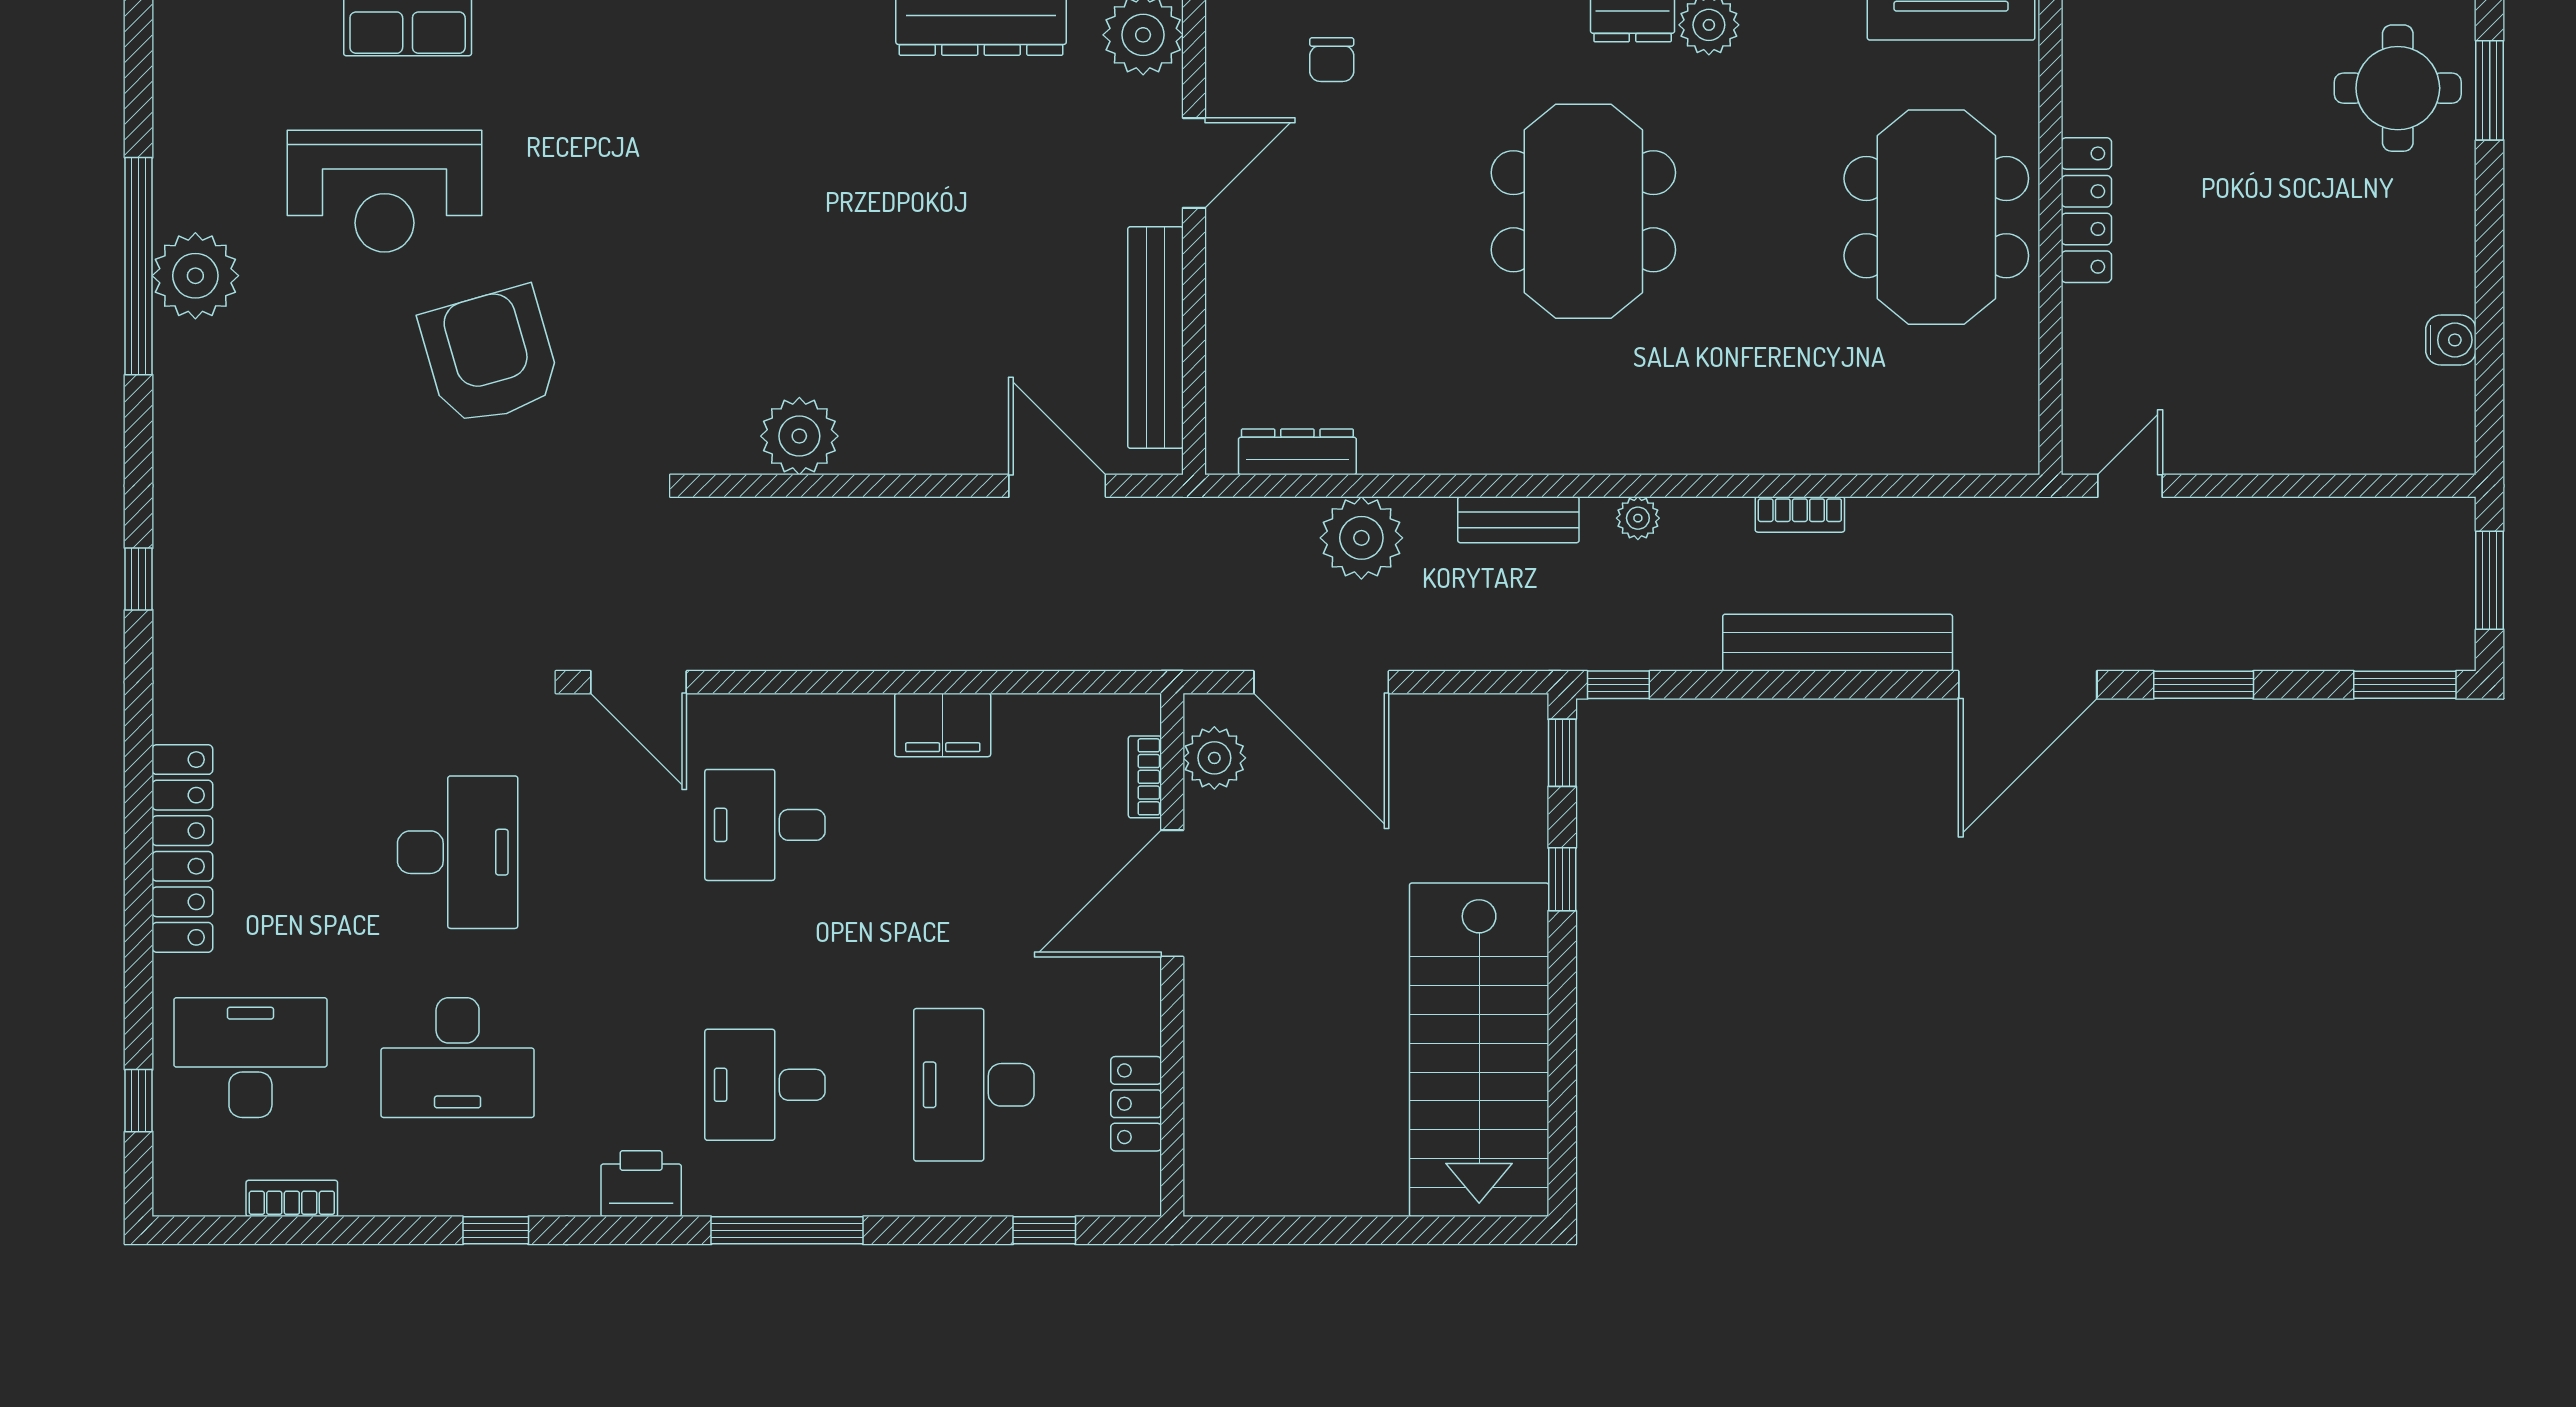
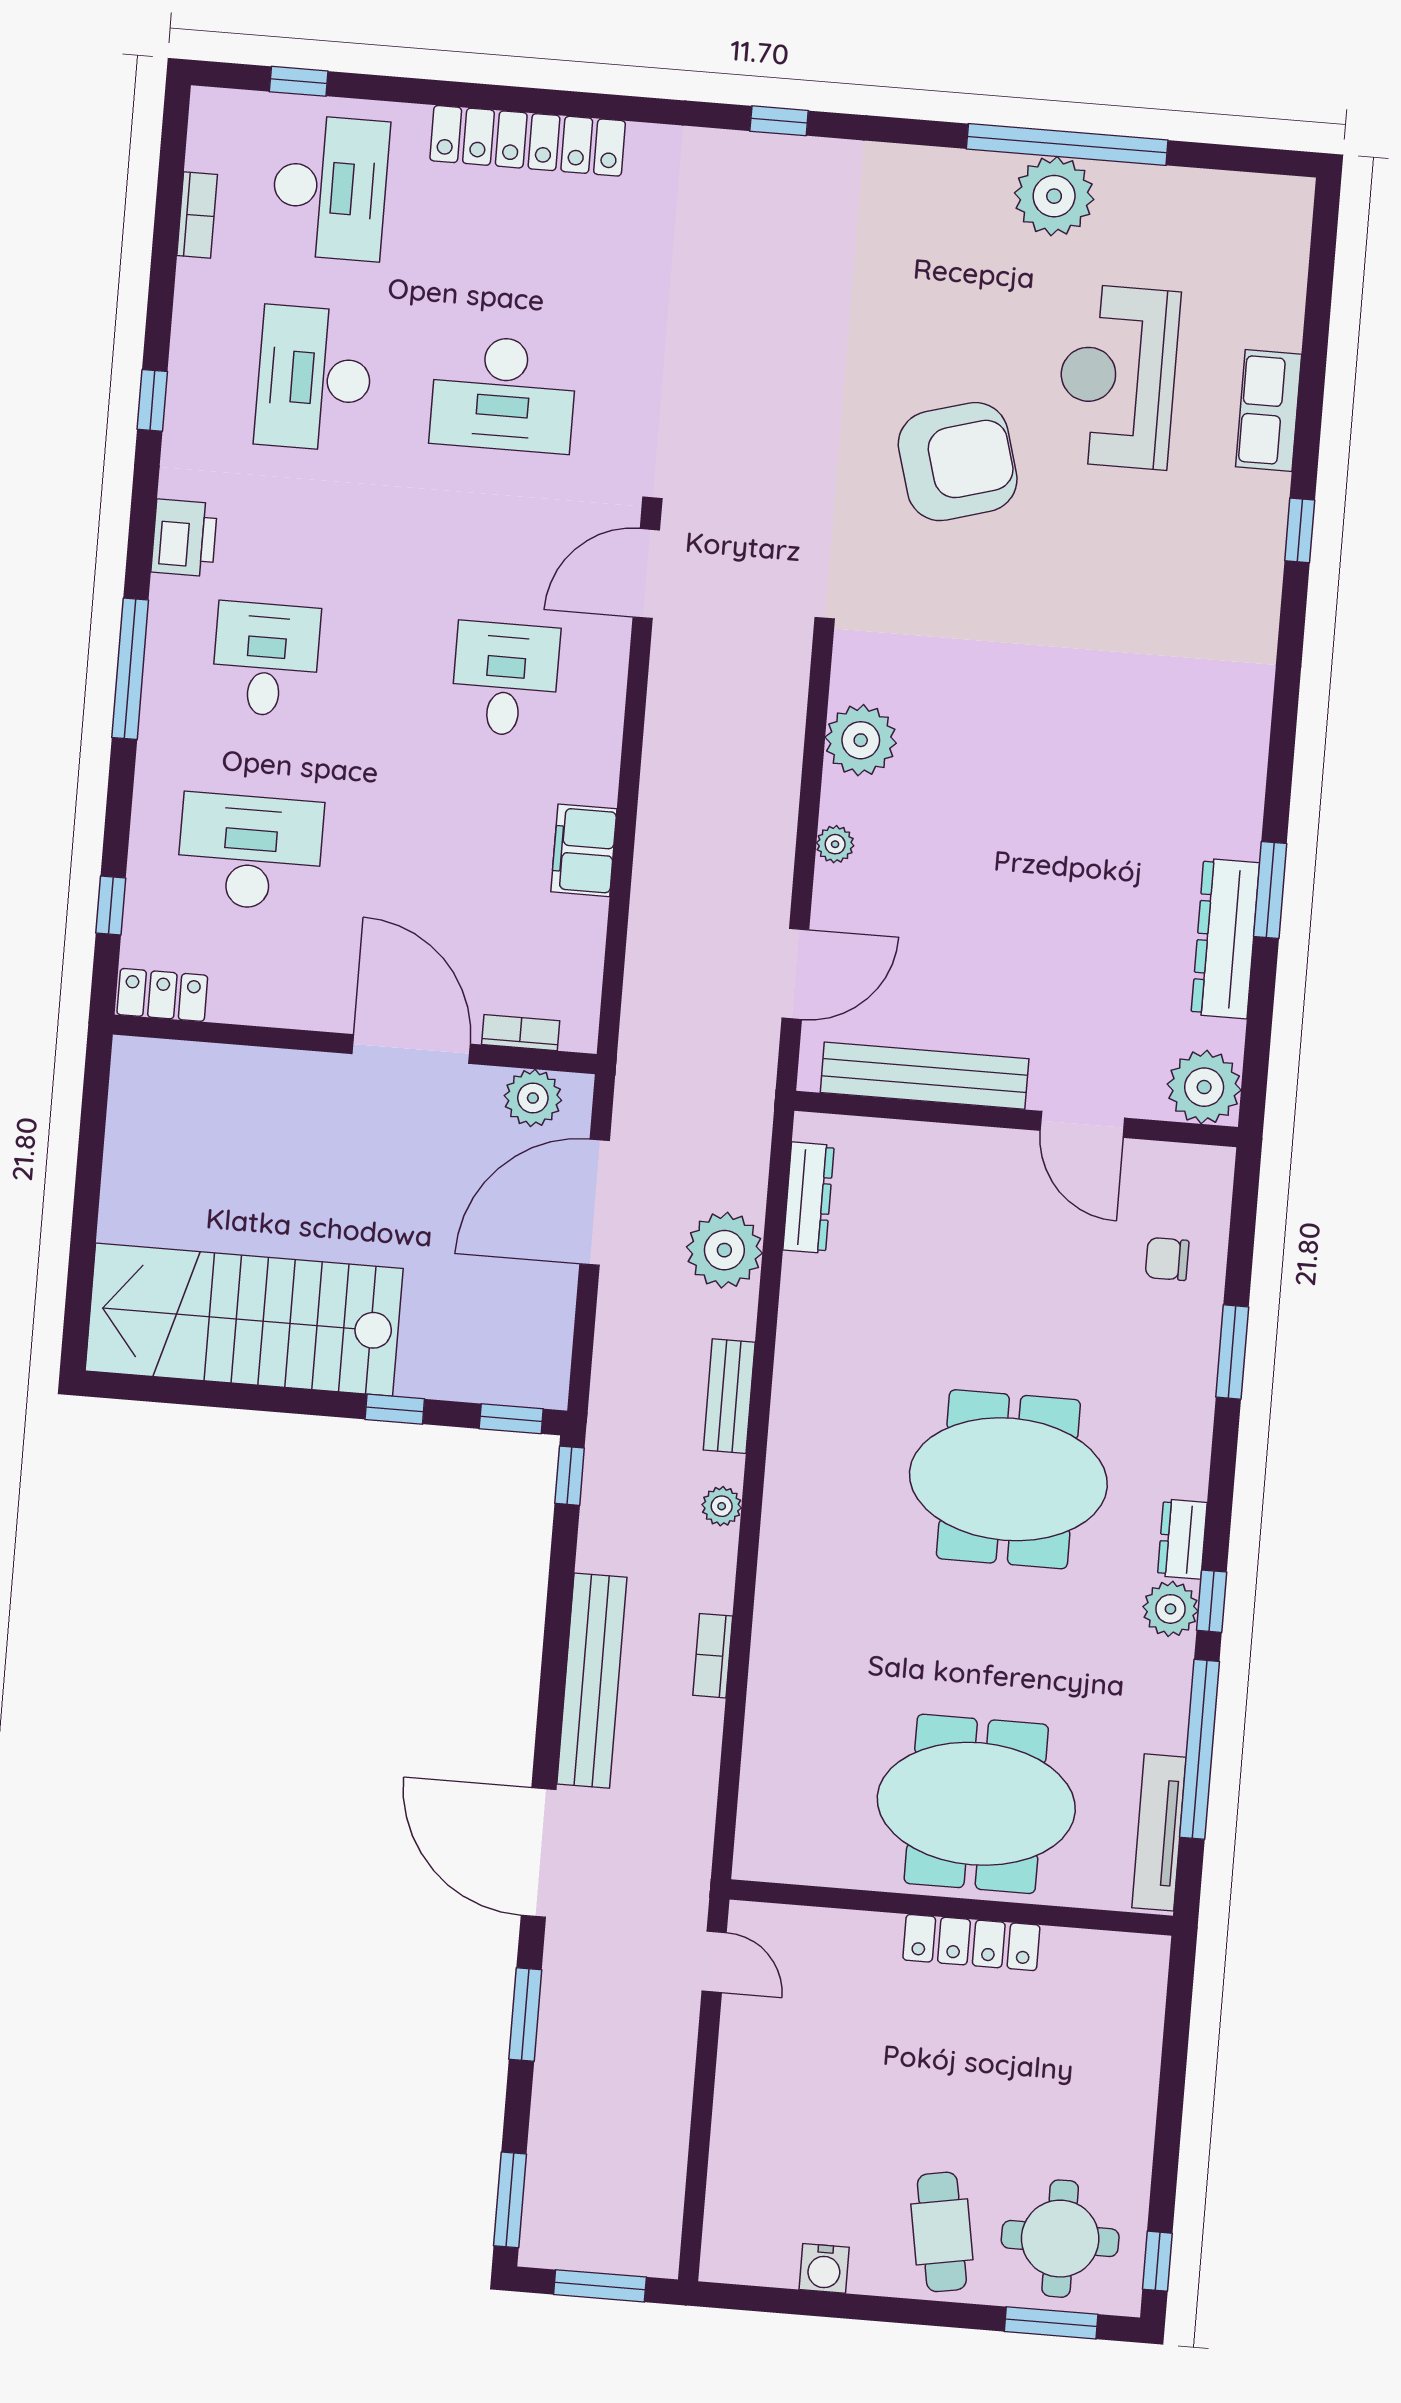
cafe table: (2401, 216) -> (942, 2232), added
plant: (914, 454) -> (835, 844), added
locker: (1136, 1104) -> (162, 995), moved

